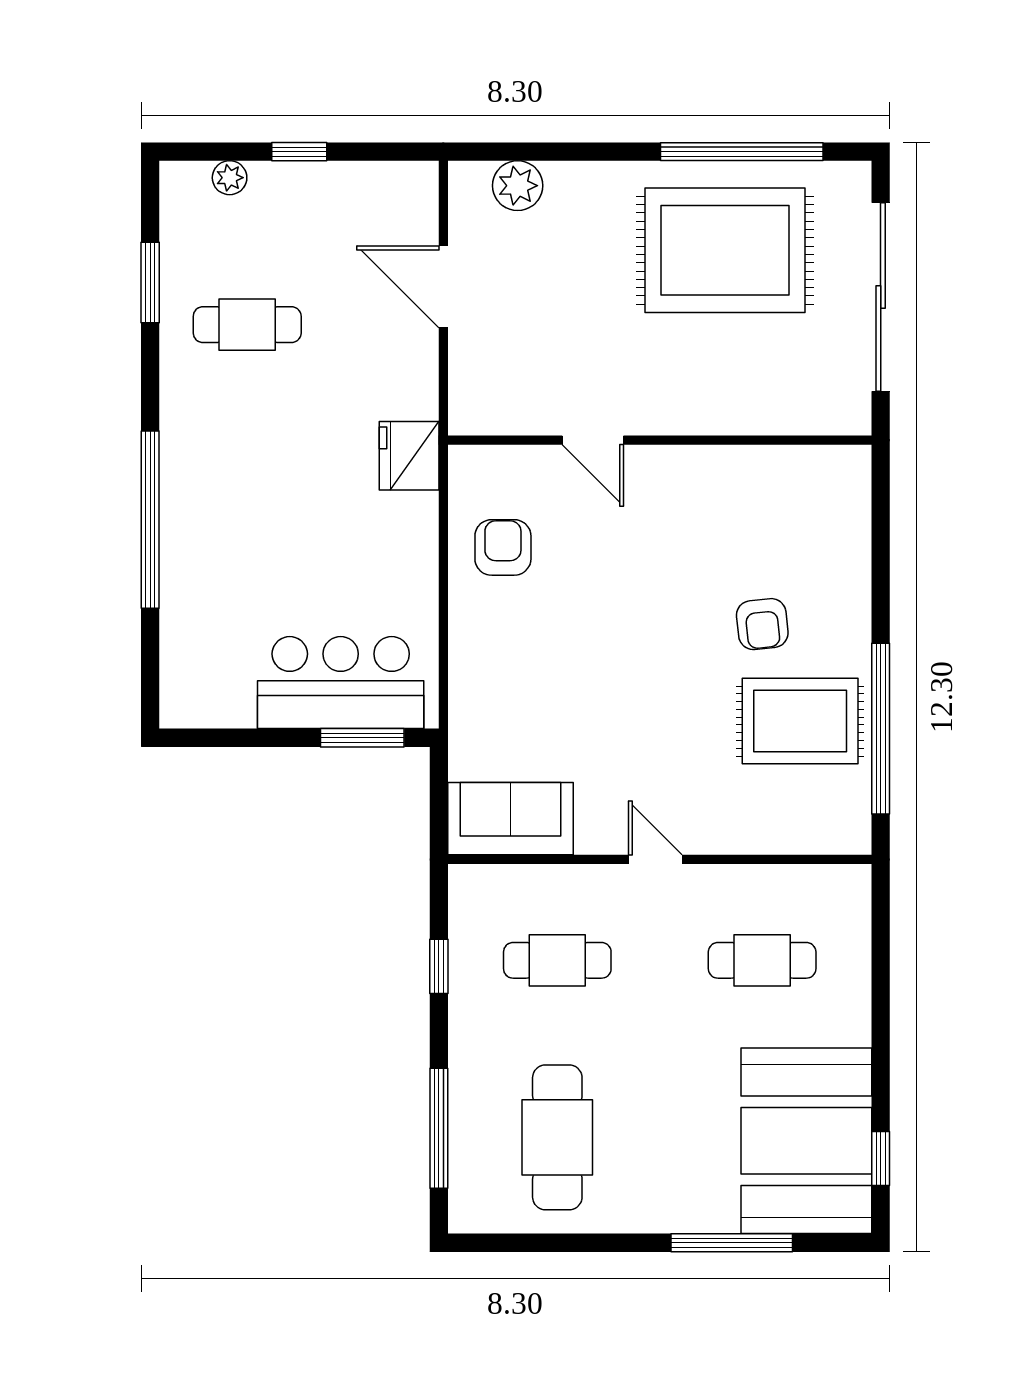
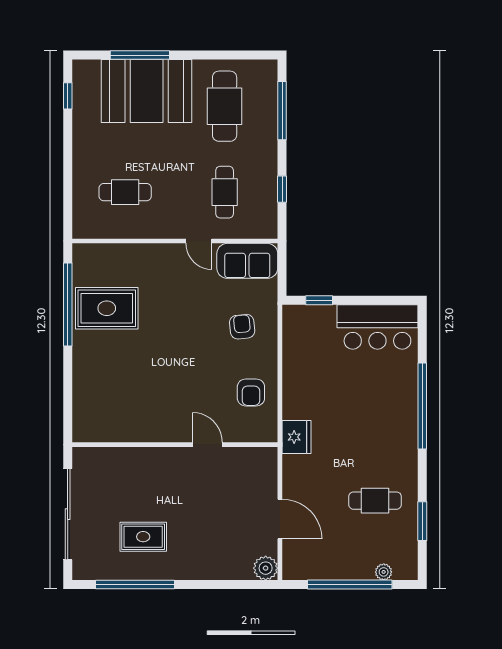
window: (299, 152) -> (350, 585), width x3.17
plant: (518, 186) -> (266, 568), moved
rug: (725, 250) -> (143, 537), width x0.54, depth x0.49
armchair: (762, 624) -> (242, 327), moved
bar counter: (341, 683) -> (377, 327), moved
window: (362, 738) -> (319, 300), width x0.67
door: (655, 859) -> (199, 241), moved
cafe table: (557, 960) -> (225, 192), turned 90
booth: (806, 1141) -> (147, 91), moved, turned 90

